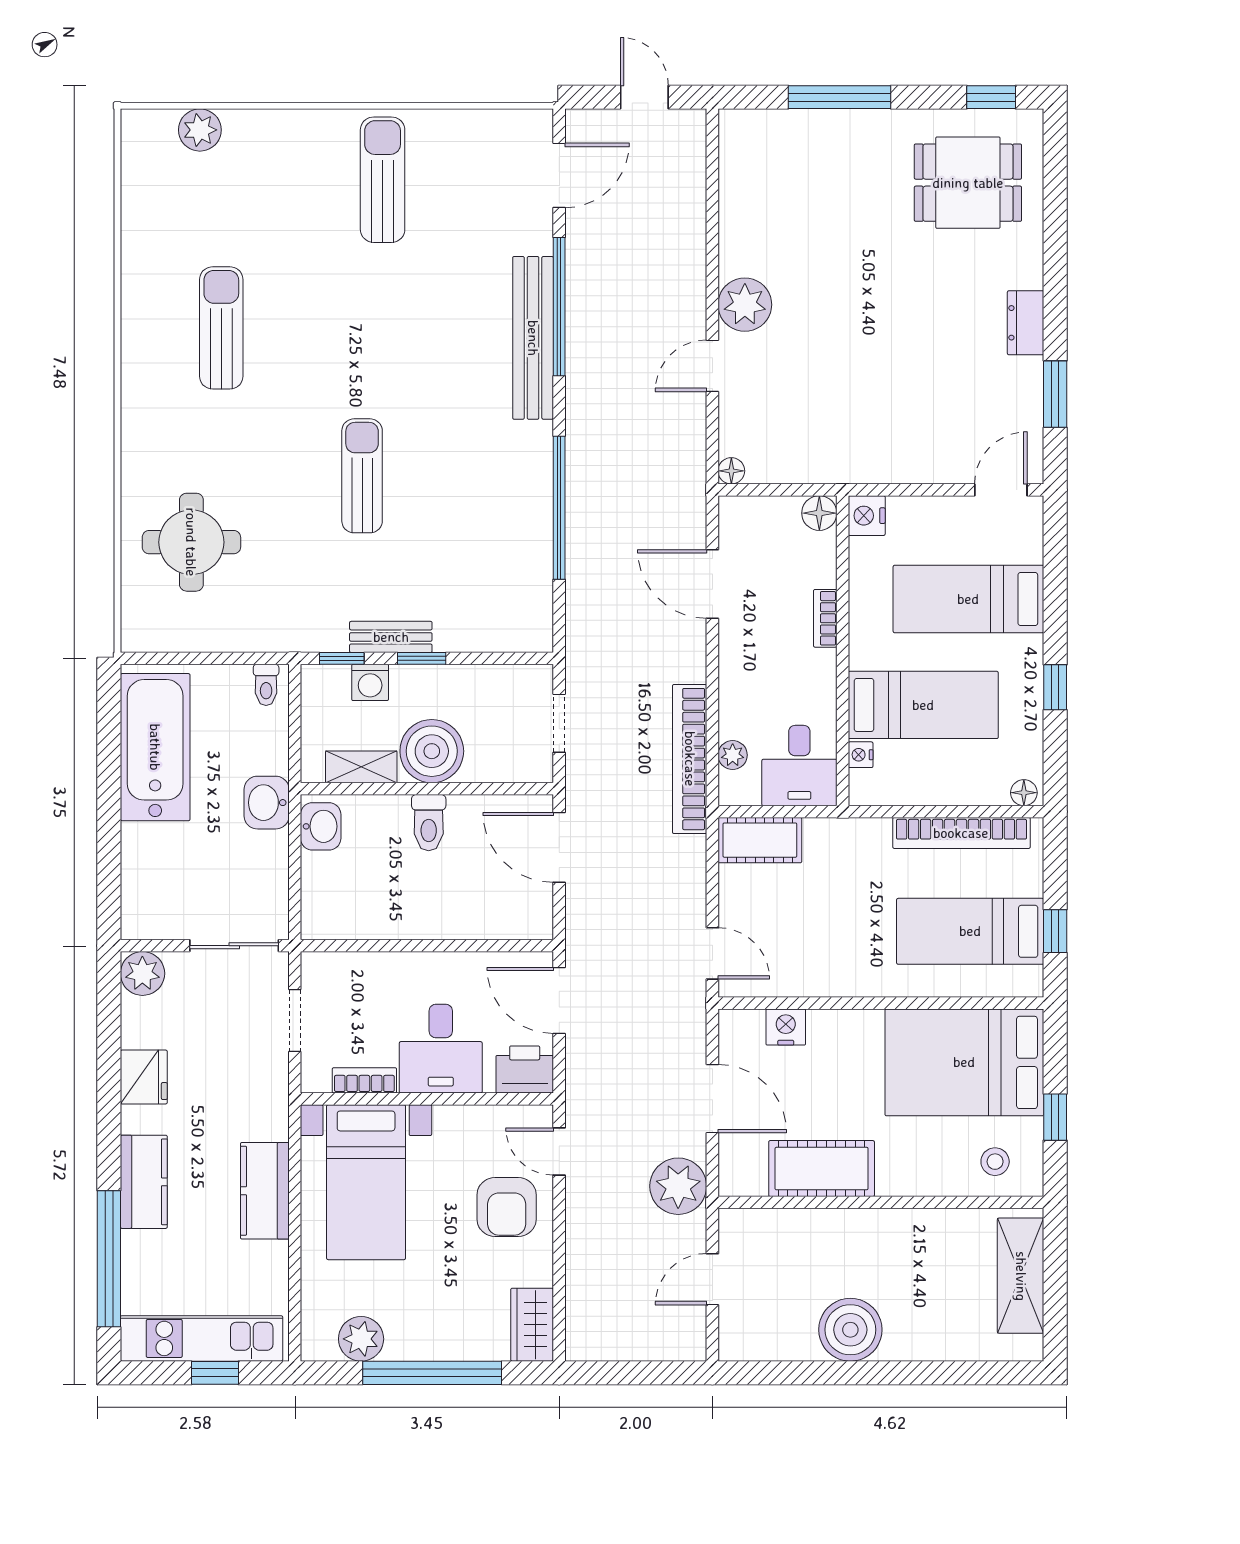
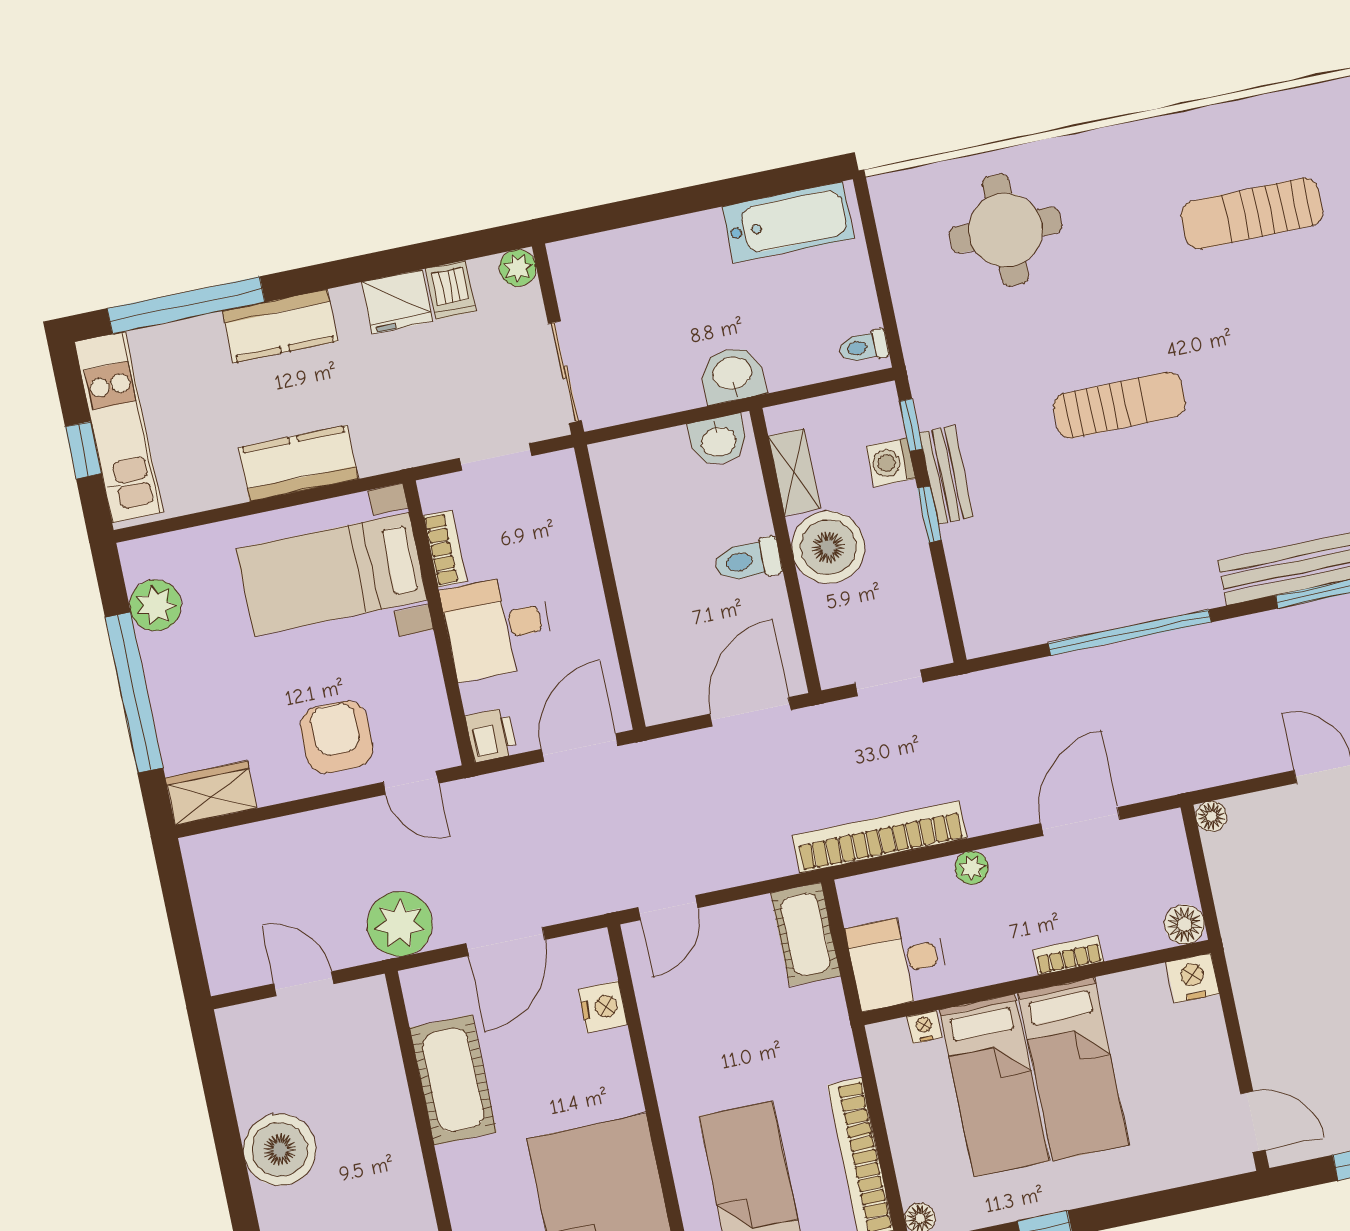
sun lounger: (221, 328) -> (1252, 213), turned 180
bed: (968, 599) -> (1073, 1069), moved, turned 180
bathtub: (155, 747) -> (788, 222), width x0.73, depth x0.73
plant: (733, 755) -> (972, 868), moved
plant: (142, 973) -> (518, 268), width x0.73, depth x0.73
dishwasher: (143, 1029) -> (451, 290), added
printer: (525, 1069) -> (491, 735), width x0.73, depth x0.81
door: (559, 1152) -> (411, 783), swing flipped
armchair: (507, 1207) -> (337, 737), turned 90

